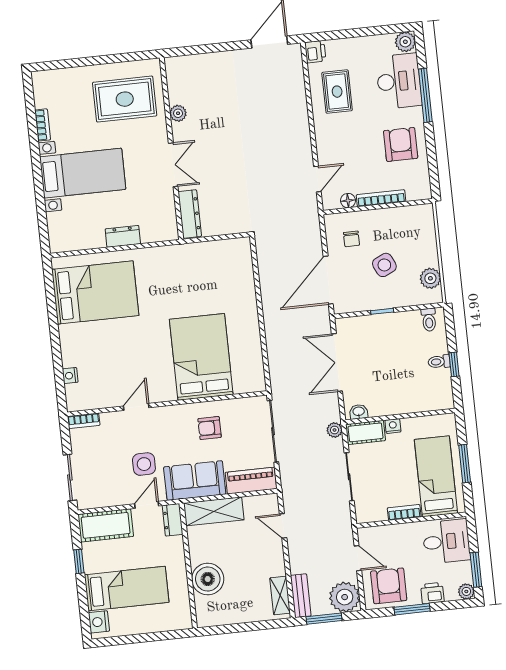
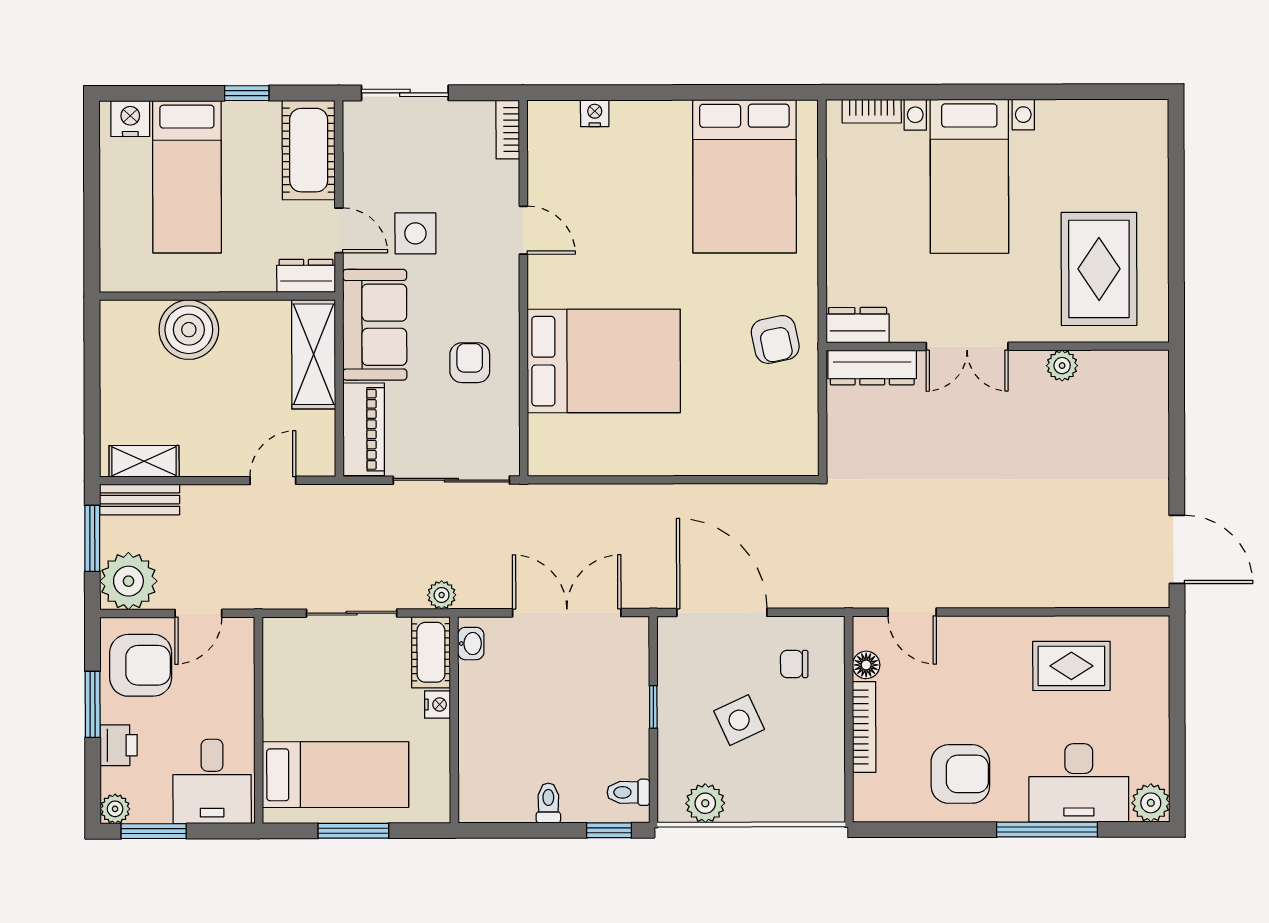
printer: (315, 52) -> (1150, 633), removed
bookcase: (43, 125) -> (872, 111), moved
dresser: (123, 236) -> (858, 325), moved, turned -90
armchair: (180, 267) -> (775, 339), added
window: (454, 364) -> (609, 830), moved
bookcase: (404, 512) -> (274, 709), removed

